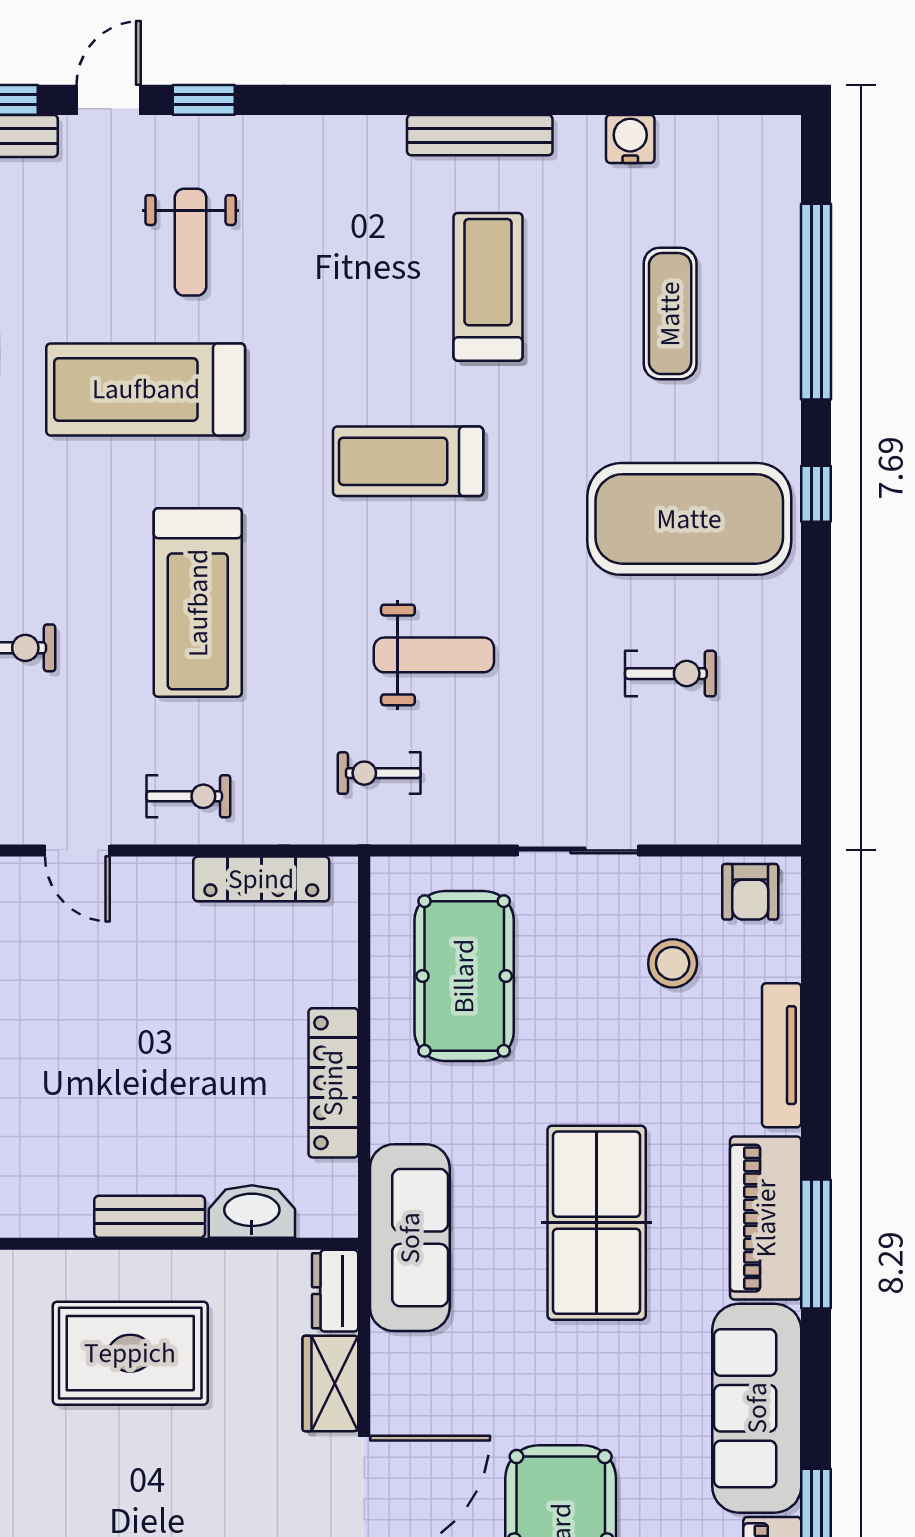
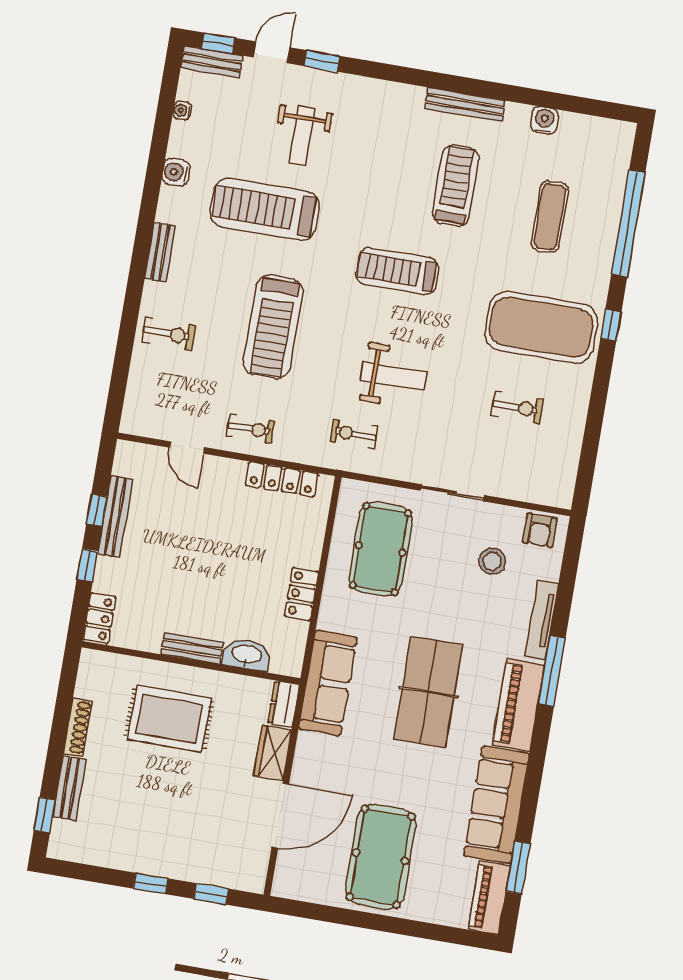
locker: (333, 1083) -> (301, 594), width x0.66
window: (816, 1244) -> (552, 671), moved

